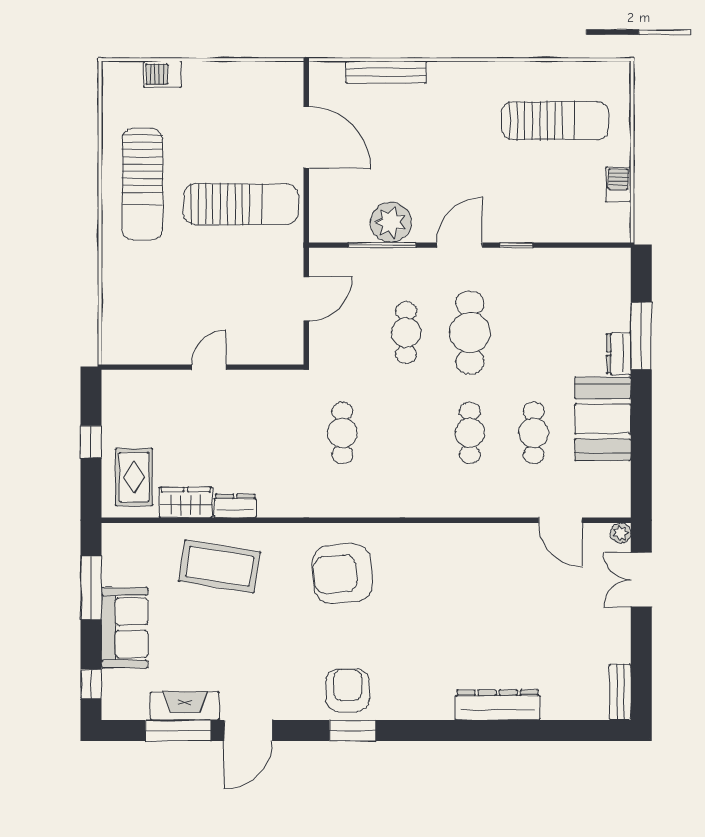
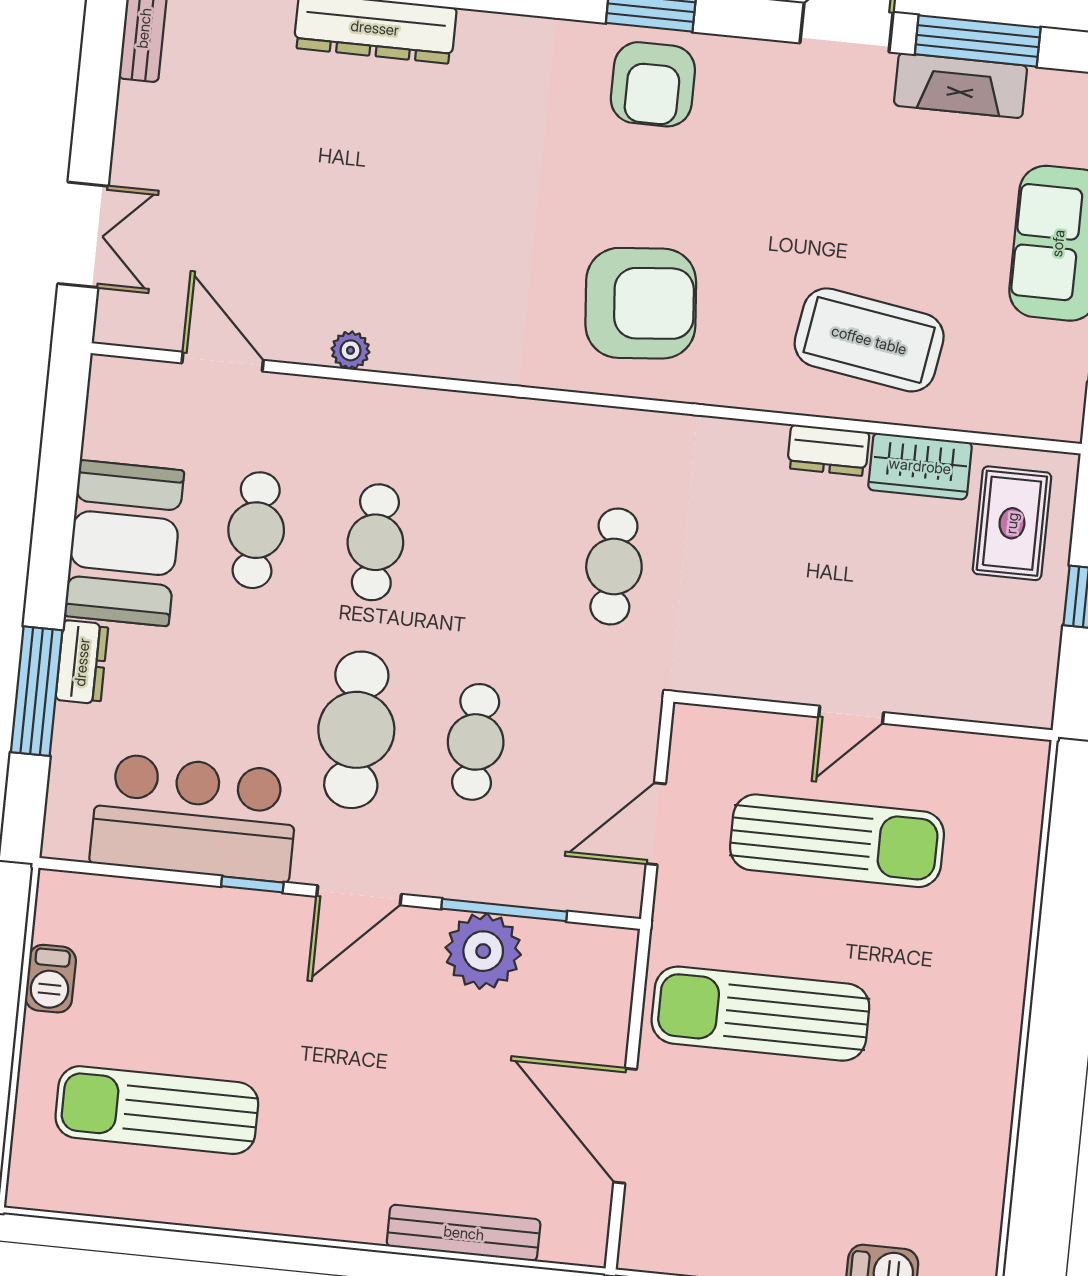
sun lounger: (142, 184) -> (837, 841), moved, turned 90
bar counter: (551, 277) -> (194, 818), added
plant: (621, 533) -> (350, 350), moved

